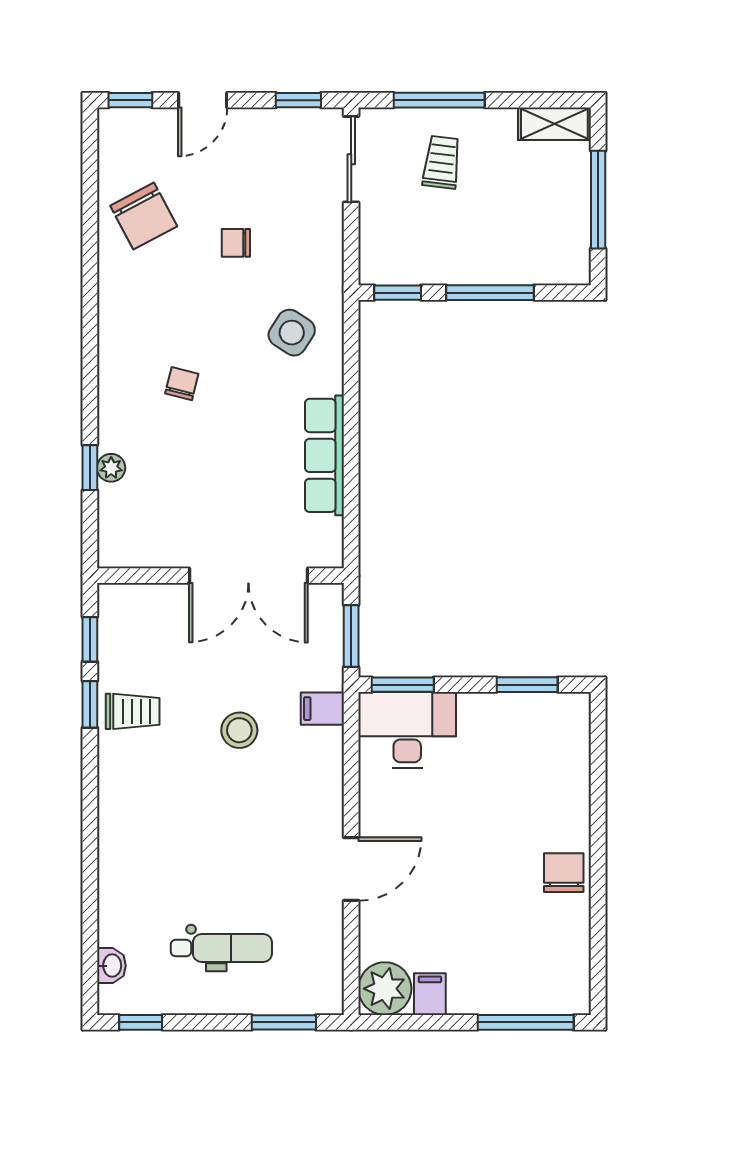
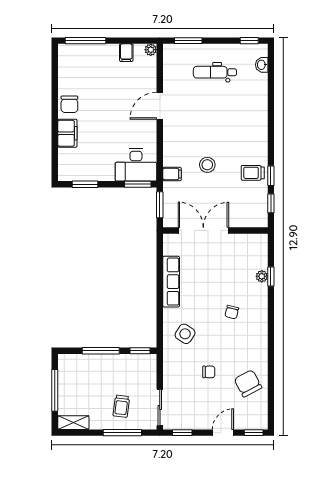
filing cabinet: (568, 804) -> (67, 133), added
plant: (385, 989) -> (151, 50), width x0.53, depth x0.53

